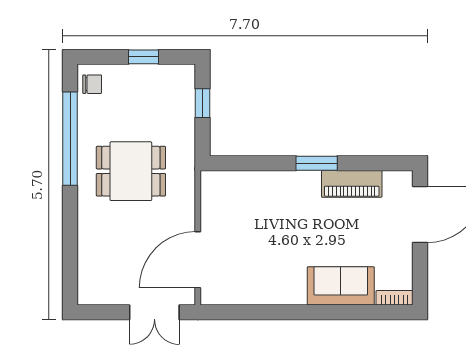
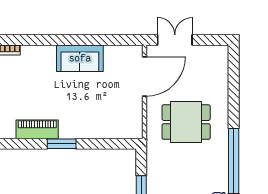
dining table: (131, 171) -> (186, 122), moved
sofa: (341, 286) -> (80, 58), moved

